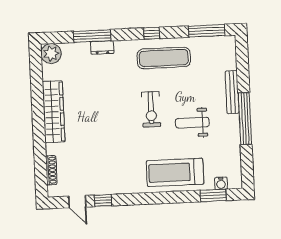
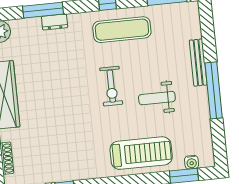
treadmill: (175, 172) -> (141, 153), turned 180

